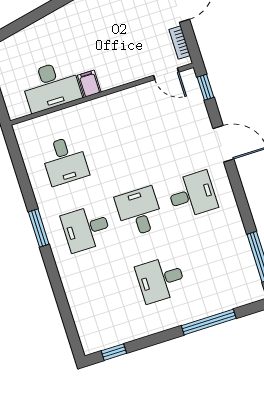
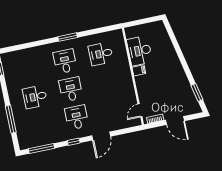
window: (206, 87) -> (74, 142), moved
desk: (192, 195) -> (77, 117), turned 180
desk: (139, 212) -> (71, 89), turned -90
desk: (161, 279) -> (35, 97), turned -90

